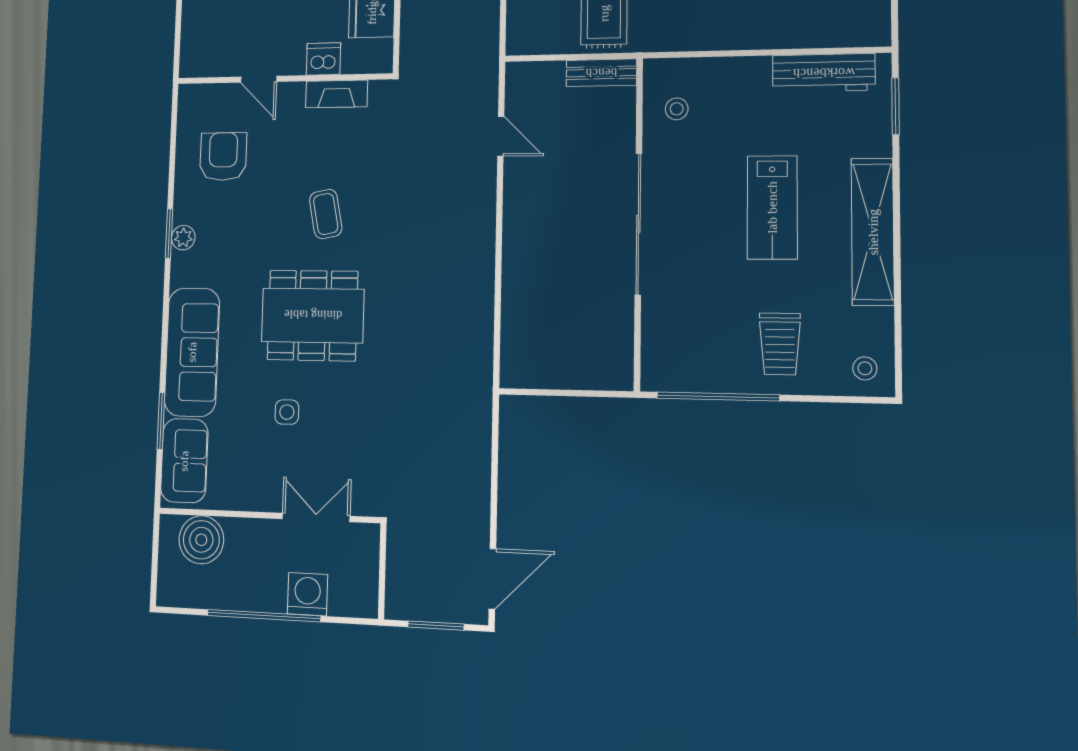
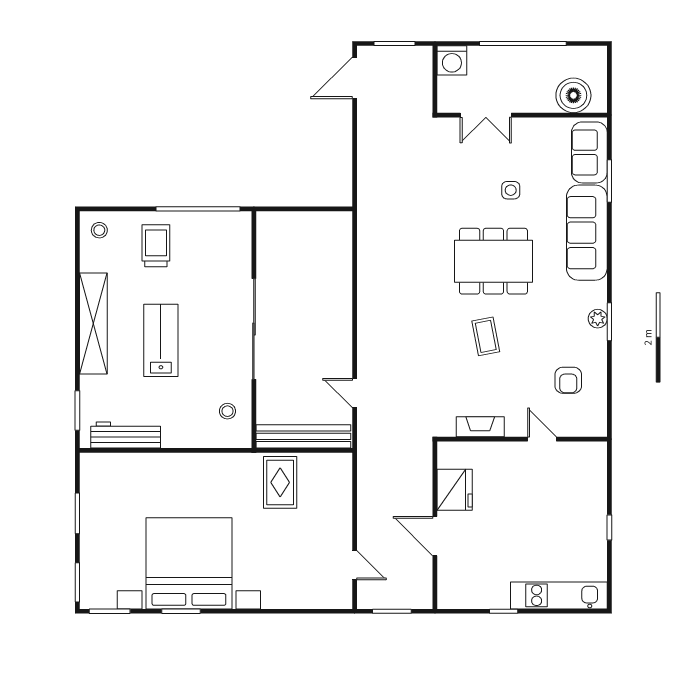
dishwasher: (323, 59) -> (491, 454), removed
bench: (601, 73) -> (303, 436), width x1.86, depth x1.21
armchair: (223, 156) -> (568, 380), width x0.72, depth x0.72
washing machine: (308, 594) -> (452, 60), moved

